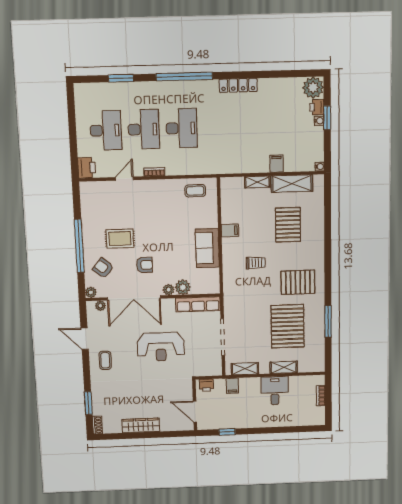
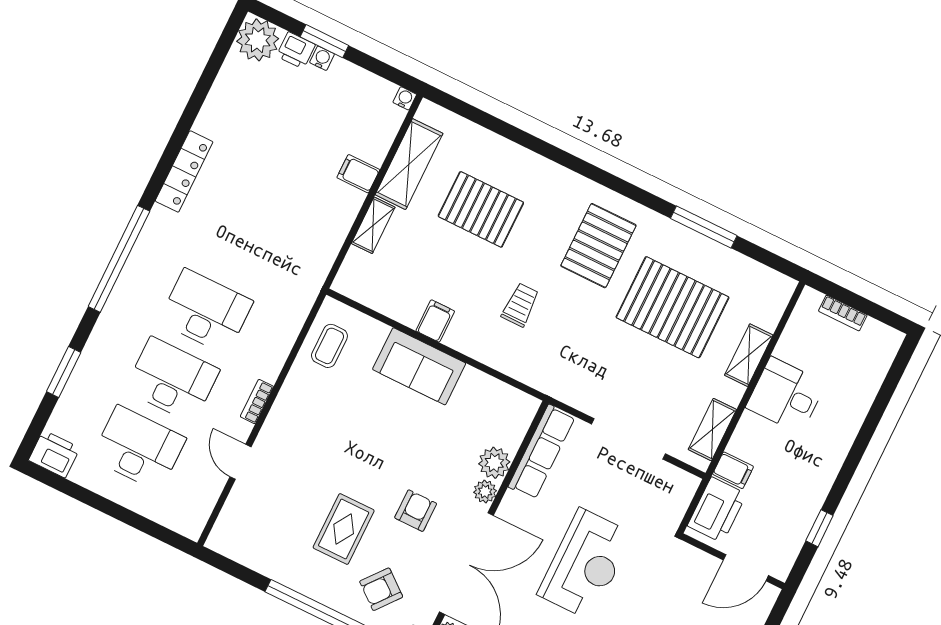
printer: (87, 168) -> (54, 454), moved
sofa: (207, 248) -> (419, 366), moved
printer: (206, 385) -> (717, 510), width x1.87, depth x1.48

